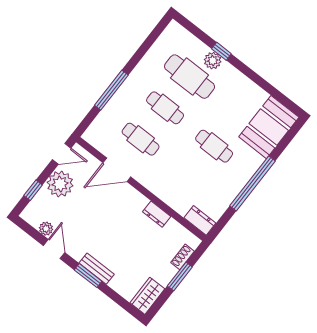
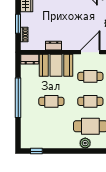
window: (221, 51) -> (36, 151), moved
booth: (269, 127) -> (56, 65), moved, turned 90

